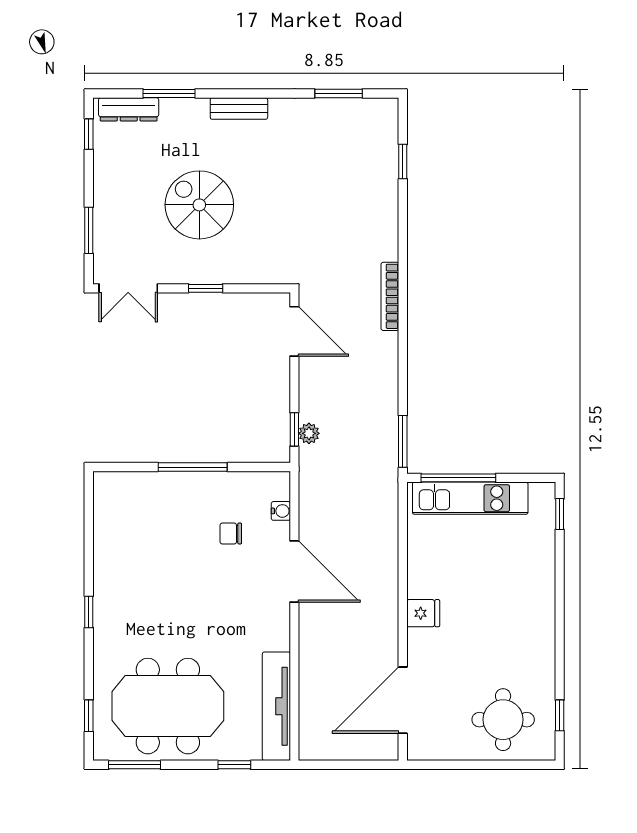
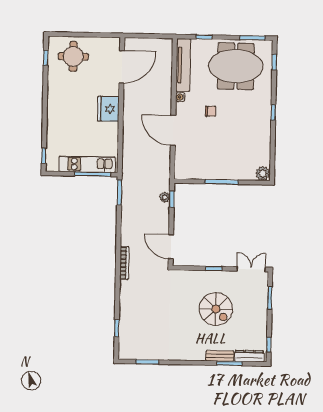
bench: (239, 109) -> (220, 356), moved
plant: (108, 486) -> (263, 173), added
water cooler: (281, 511) -> (180, 97), moved
chair: (231, 533) -> (210, 111), moved
fridge: (423, 613) -> (108, 109), width x1.88, depth x1.34

